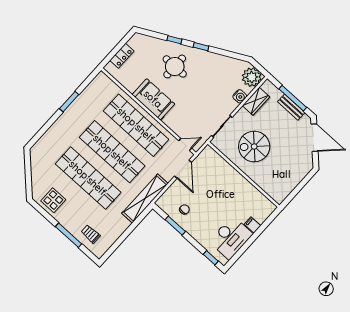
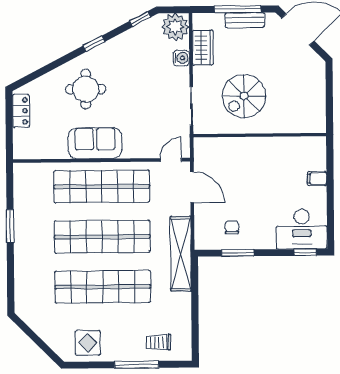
window: (174, 40) -> (140, 19), moved
locker: (122, 56) -> (21, 111), moved
desk: (231, 238) -> (302, 229), moved, turned 90

